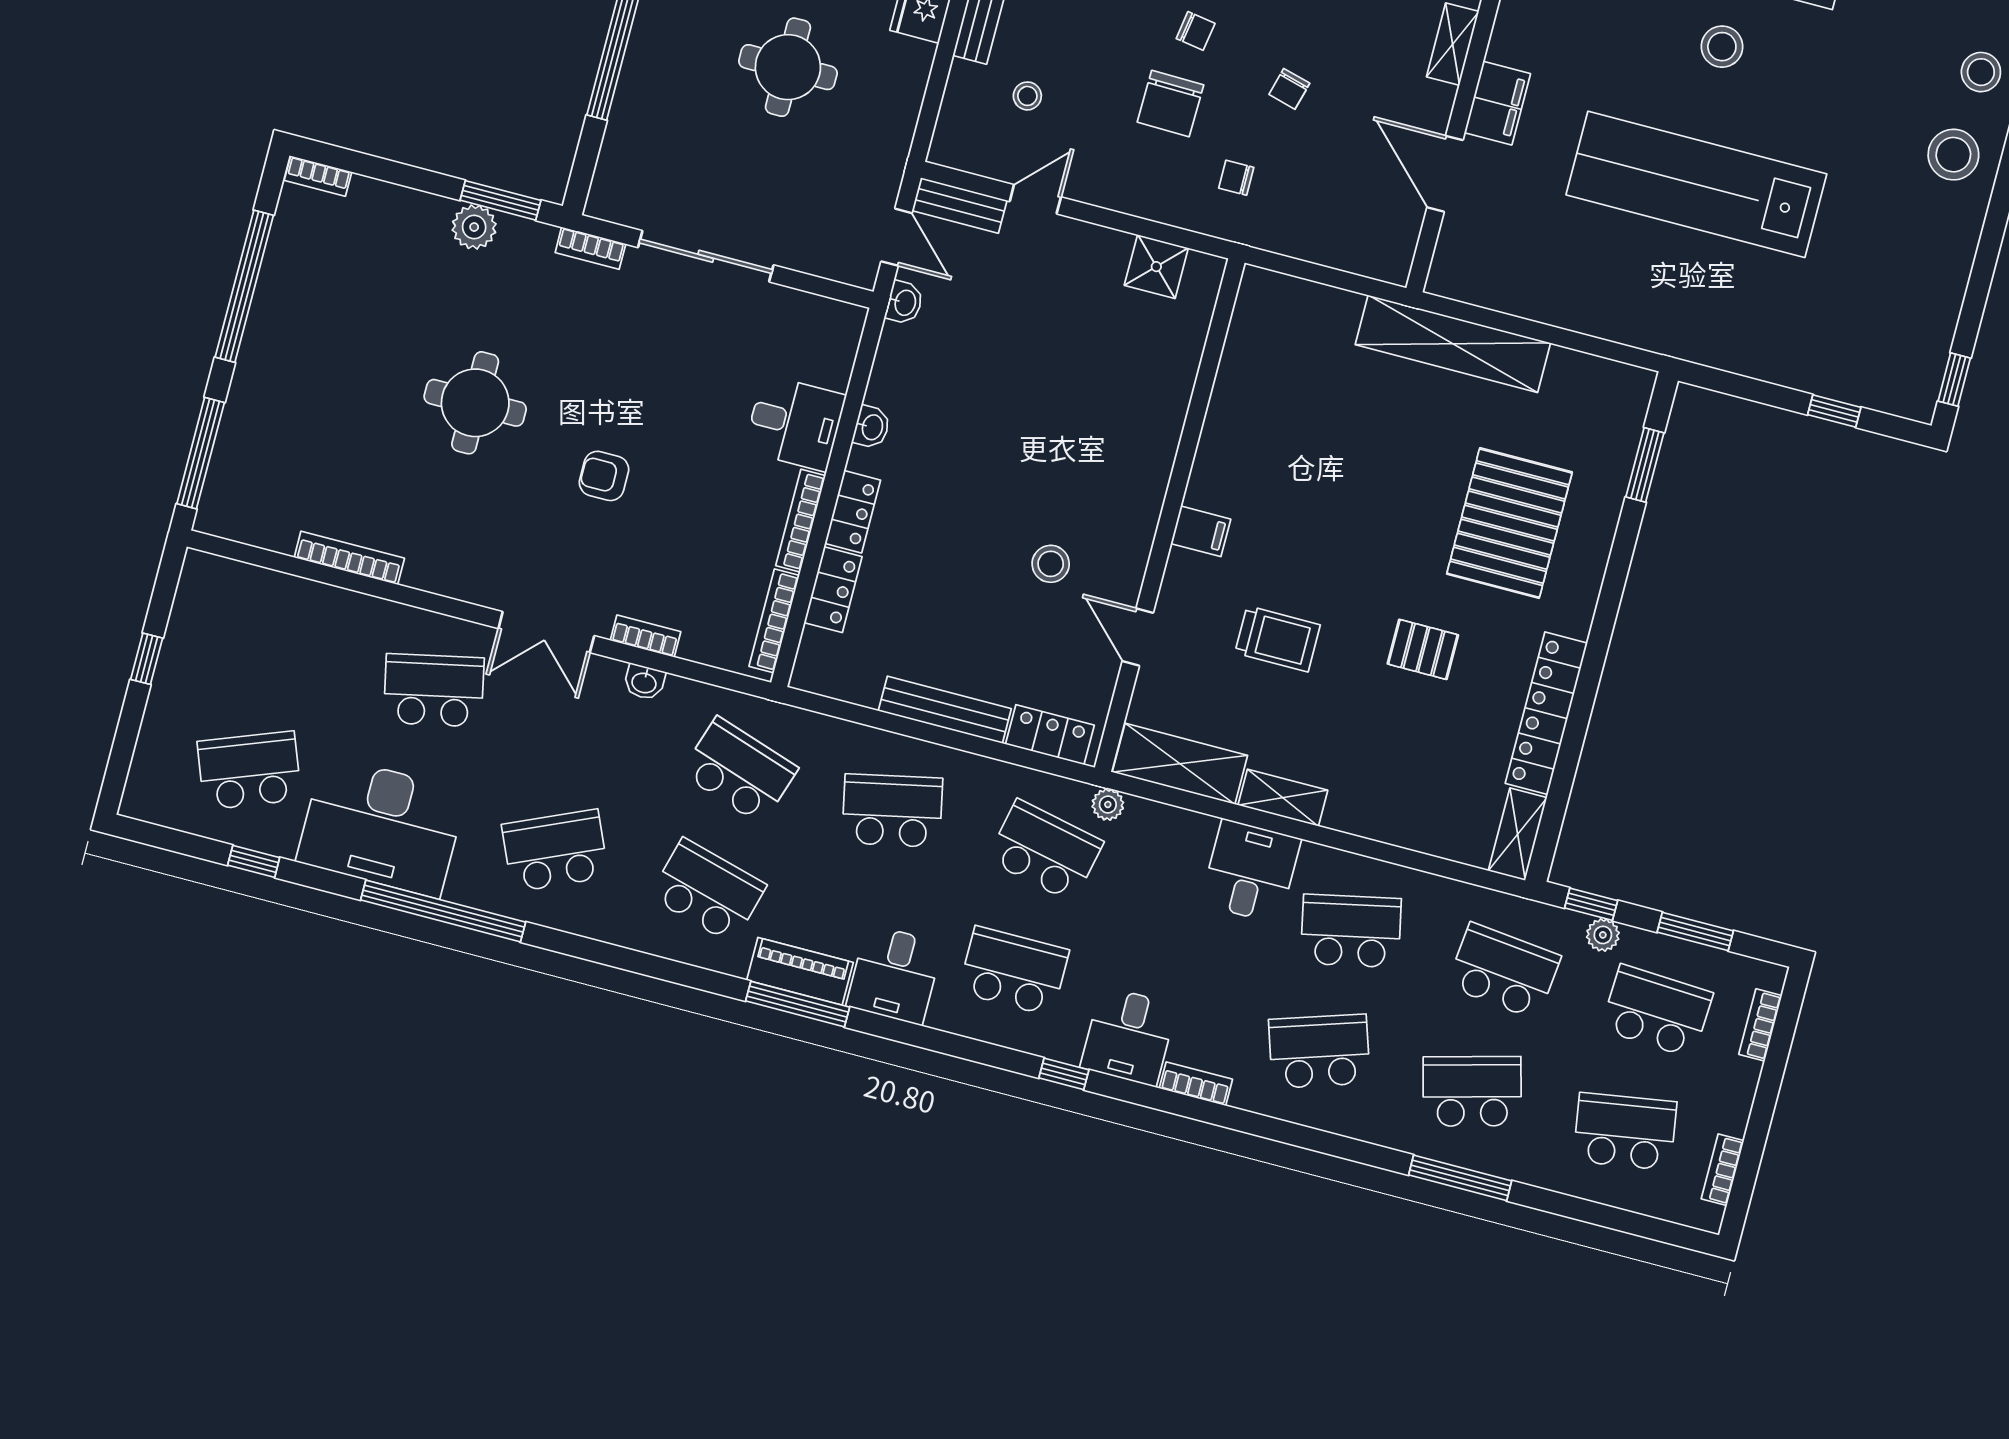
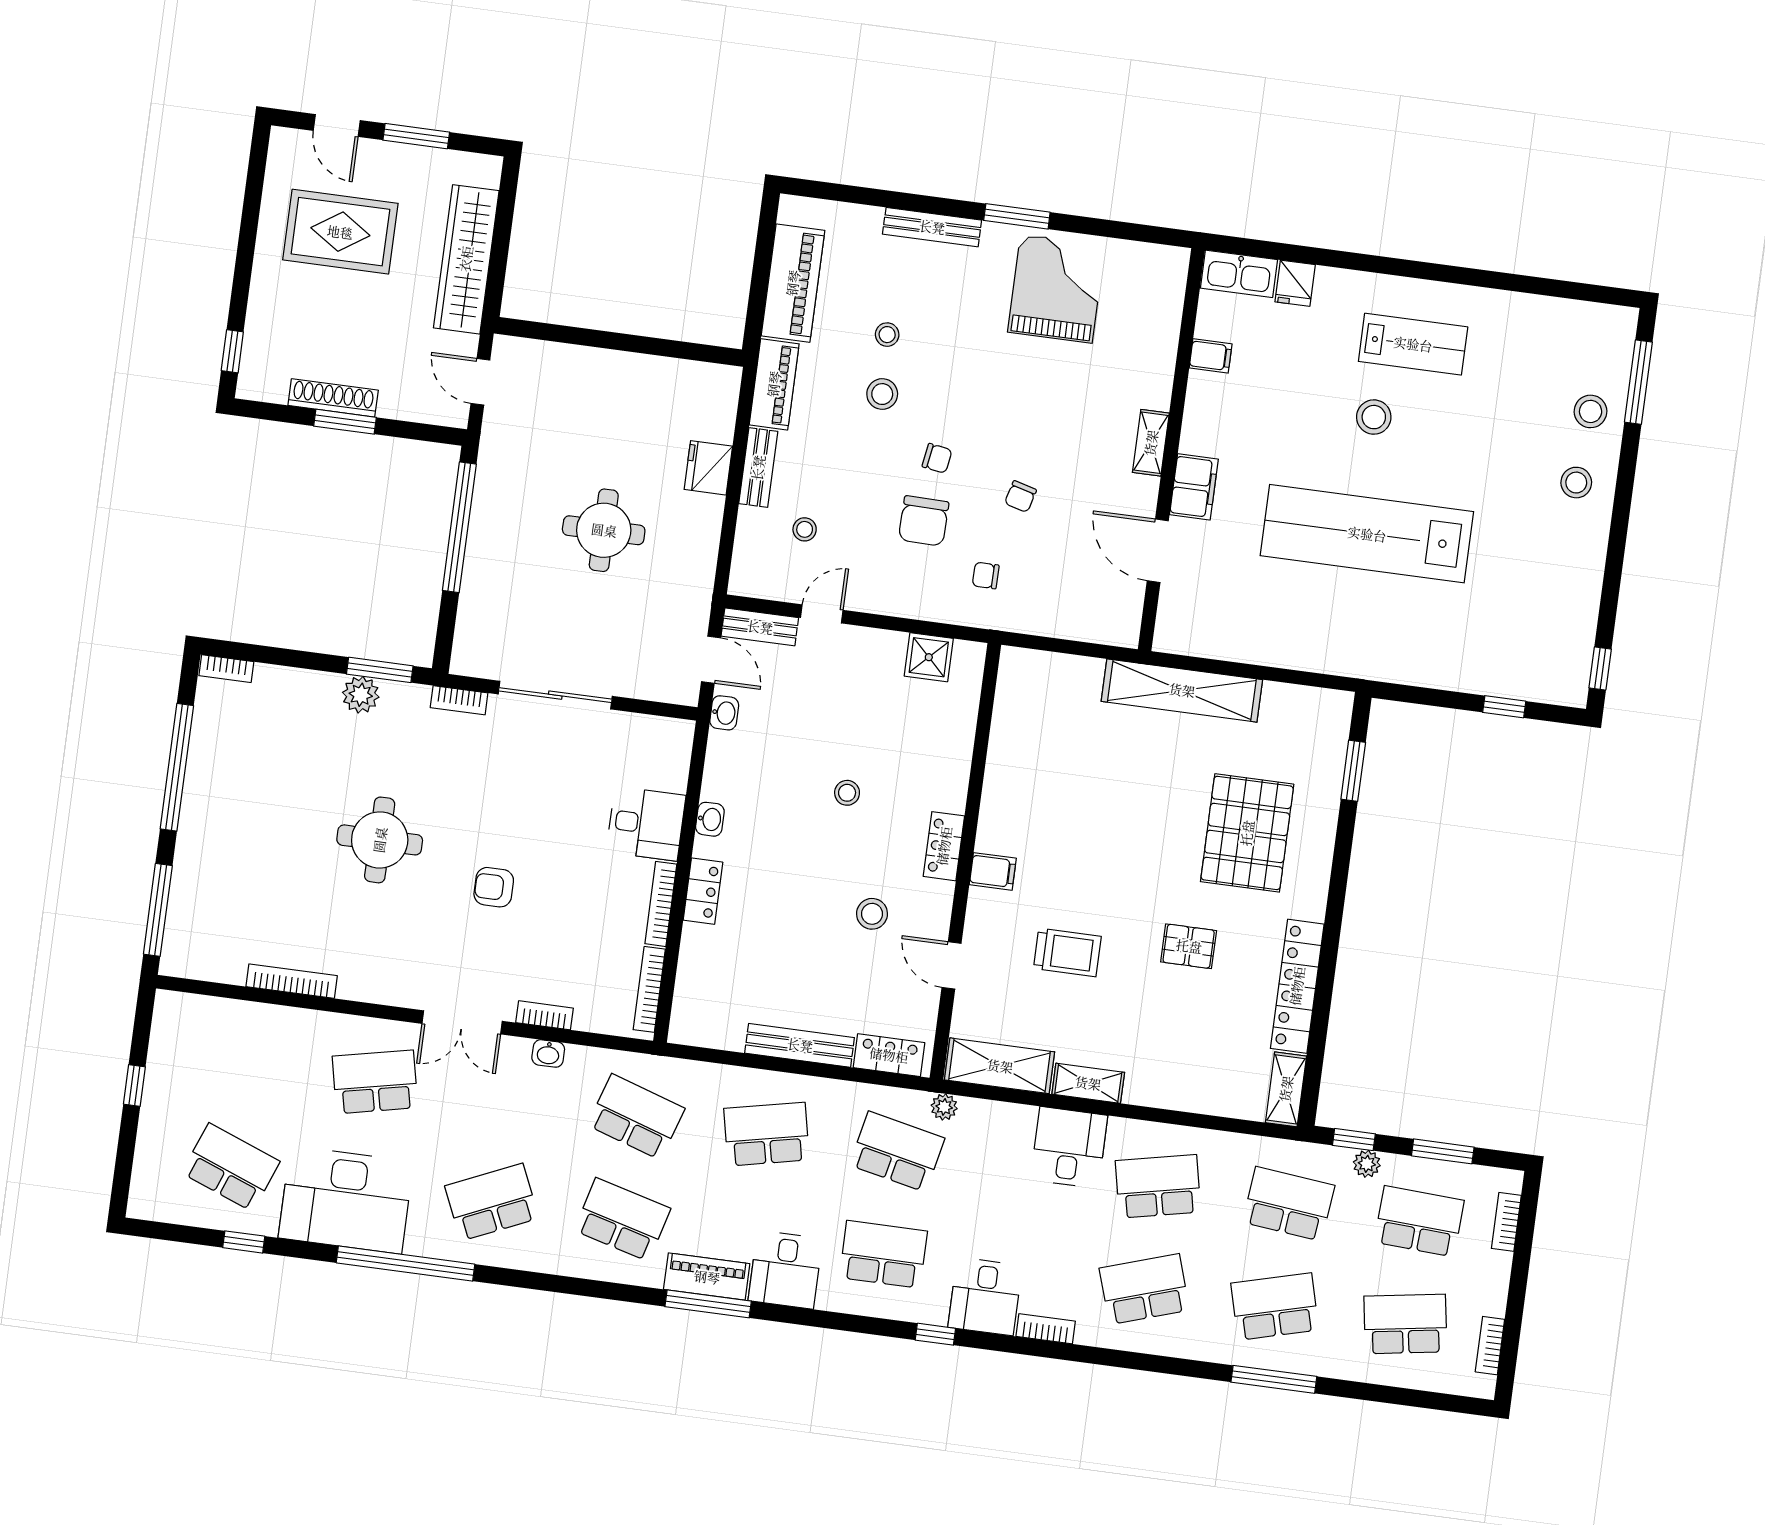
stool: (1953, 155) -> (1576, 483), width x0.73, depth x0.73
stool: (1039, 416) -> (847, 793), added
locker: (833, 590) -> (944, 846), moved, turned 180
school desk: (249, 770) -> (231, 1167), turned 42

